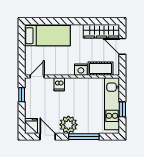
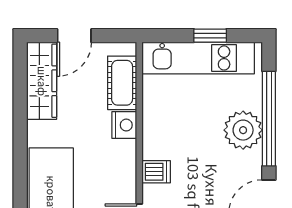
plant: (68, 125) -> (243, 130), moved
window: (84, 137) -> (269, 119), width x1.46

